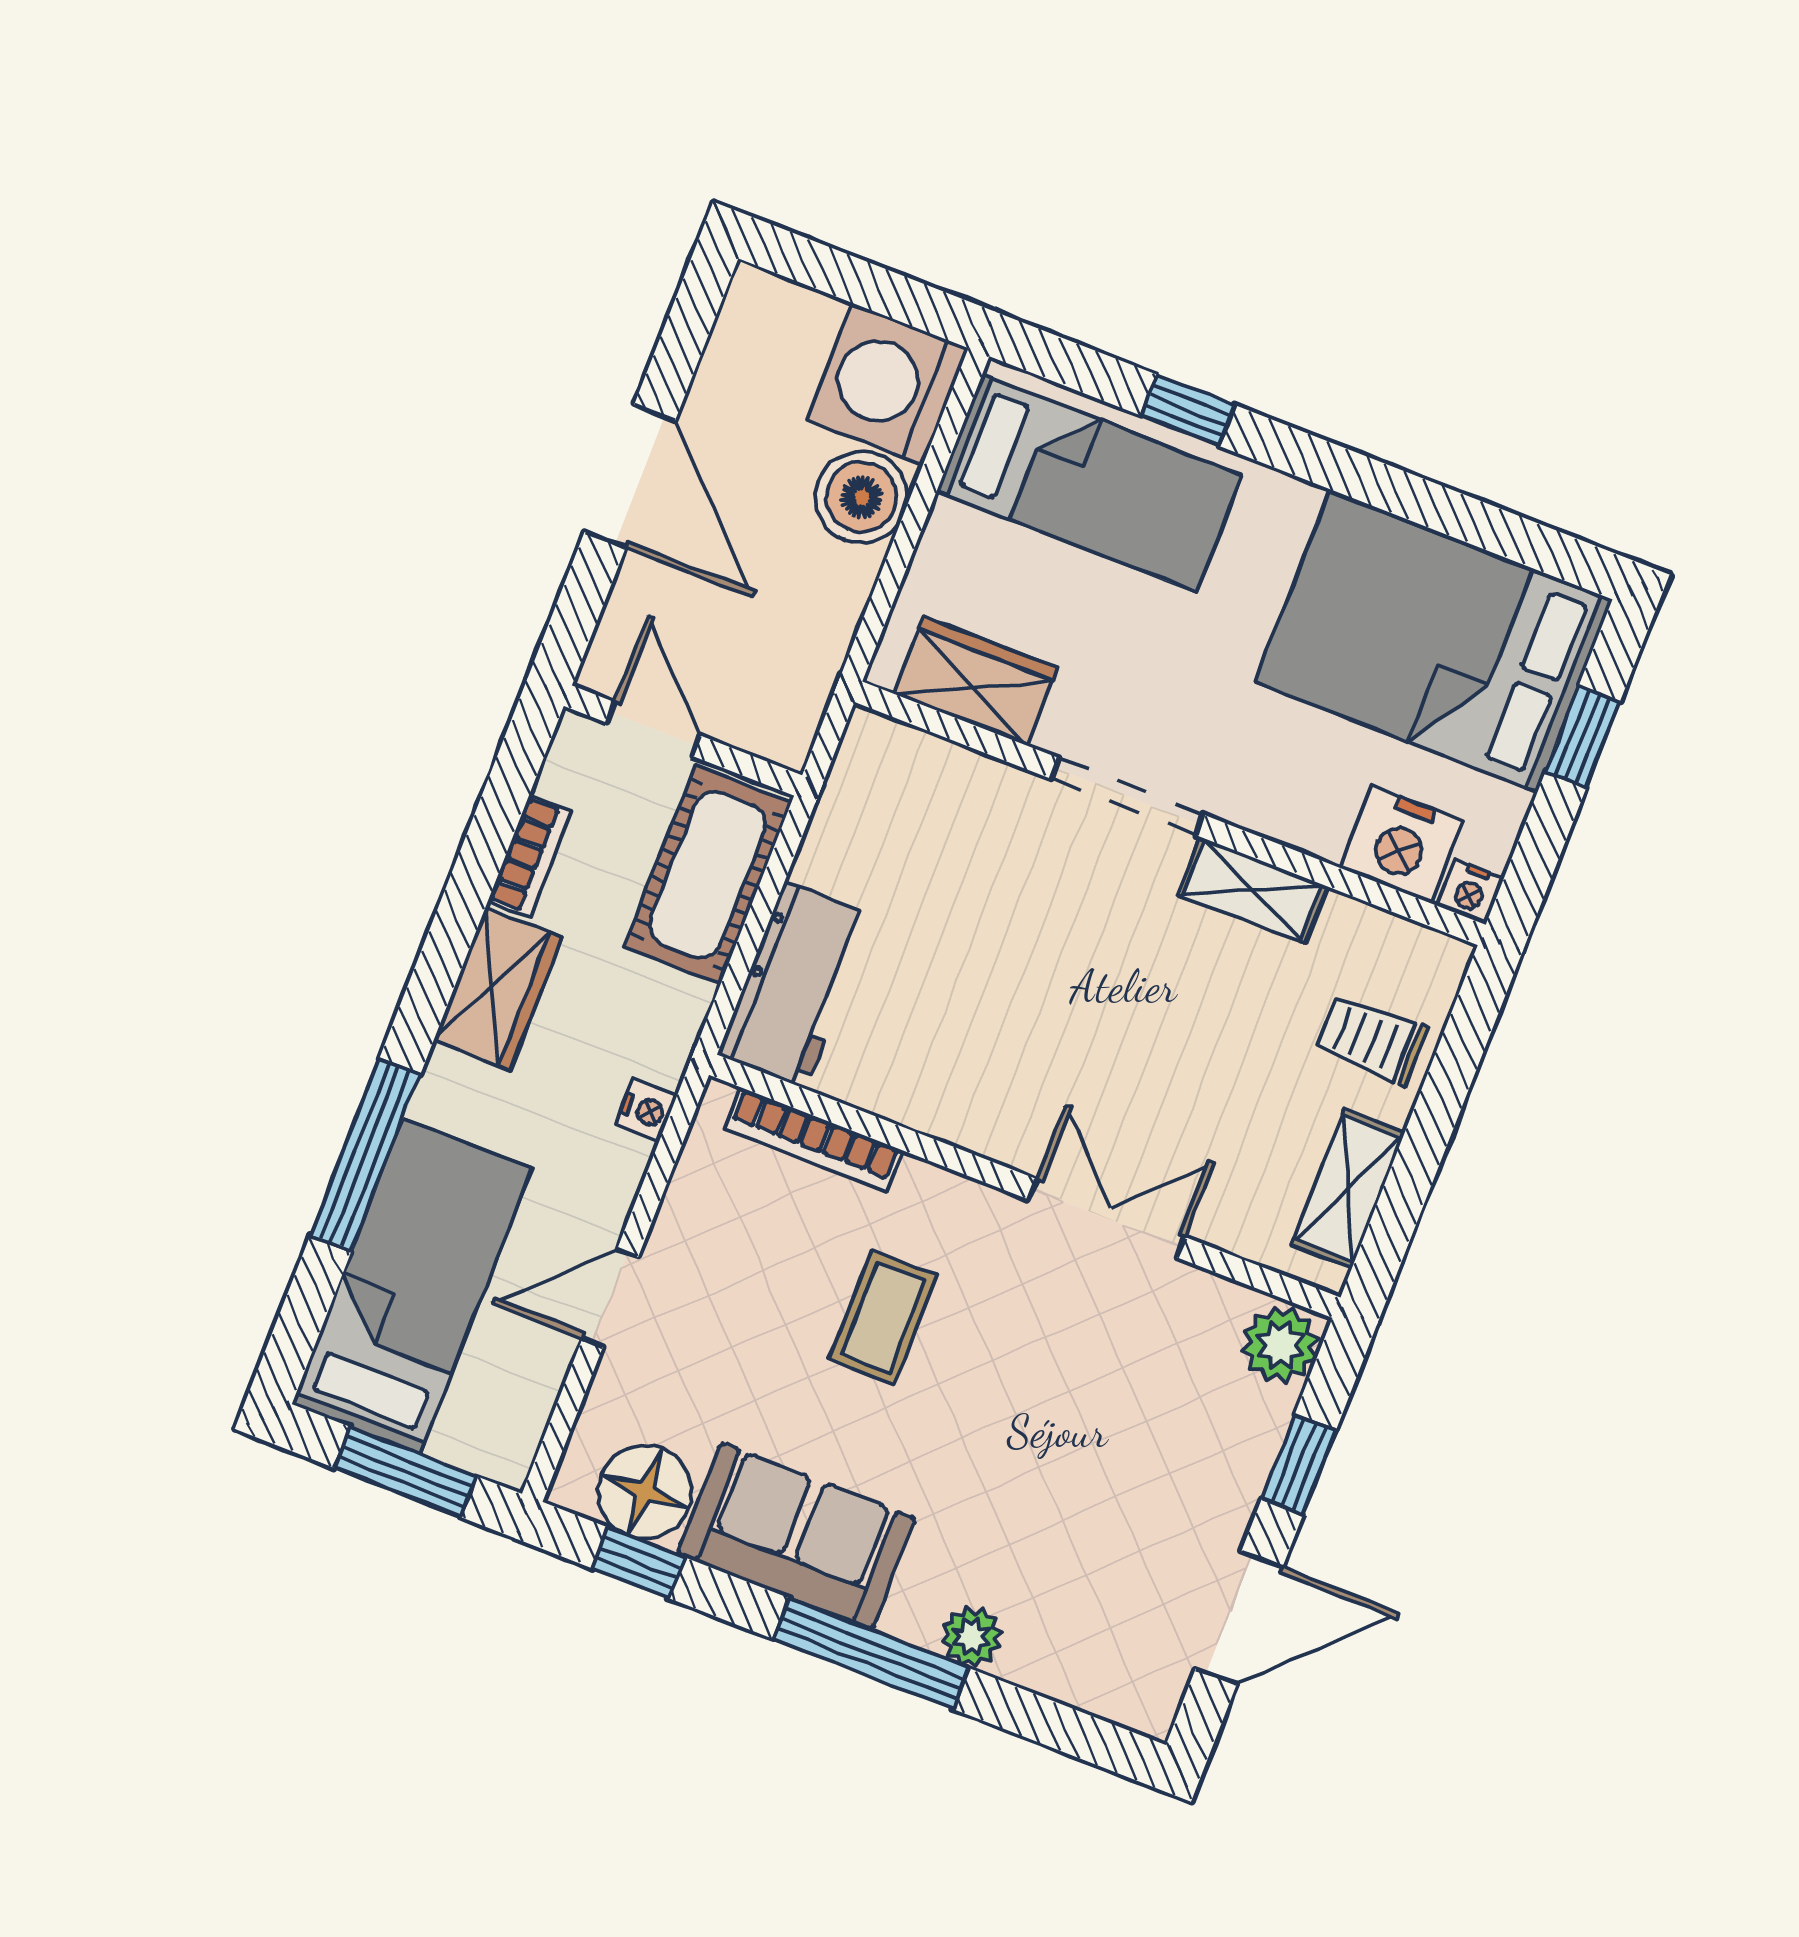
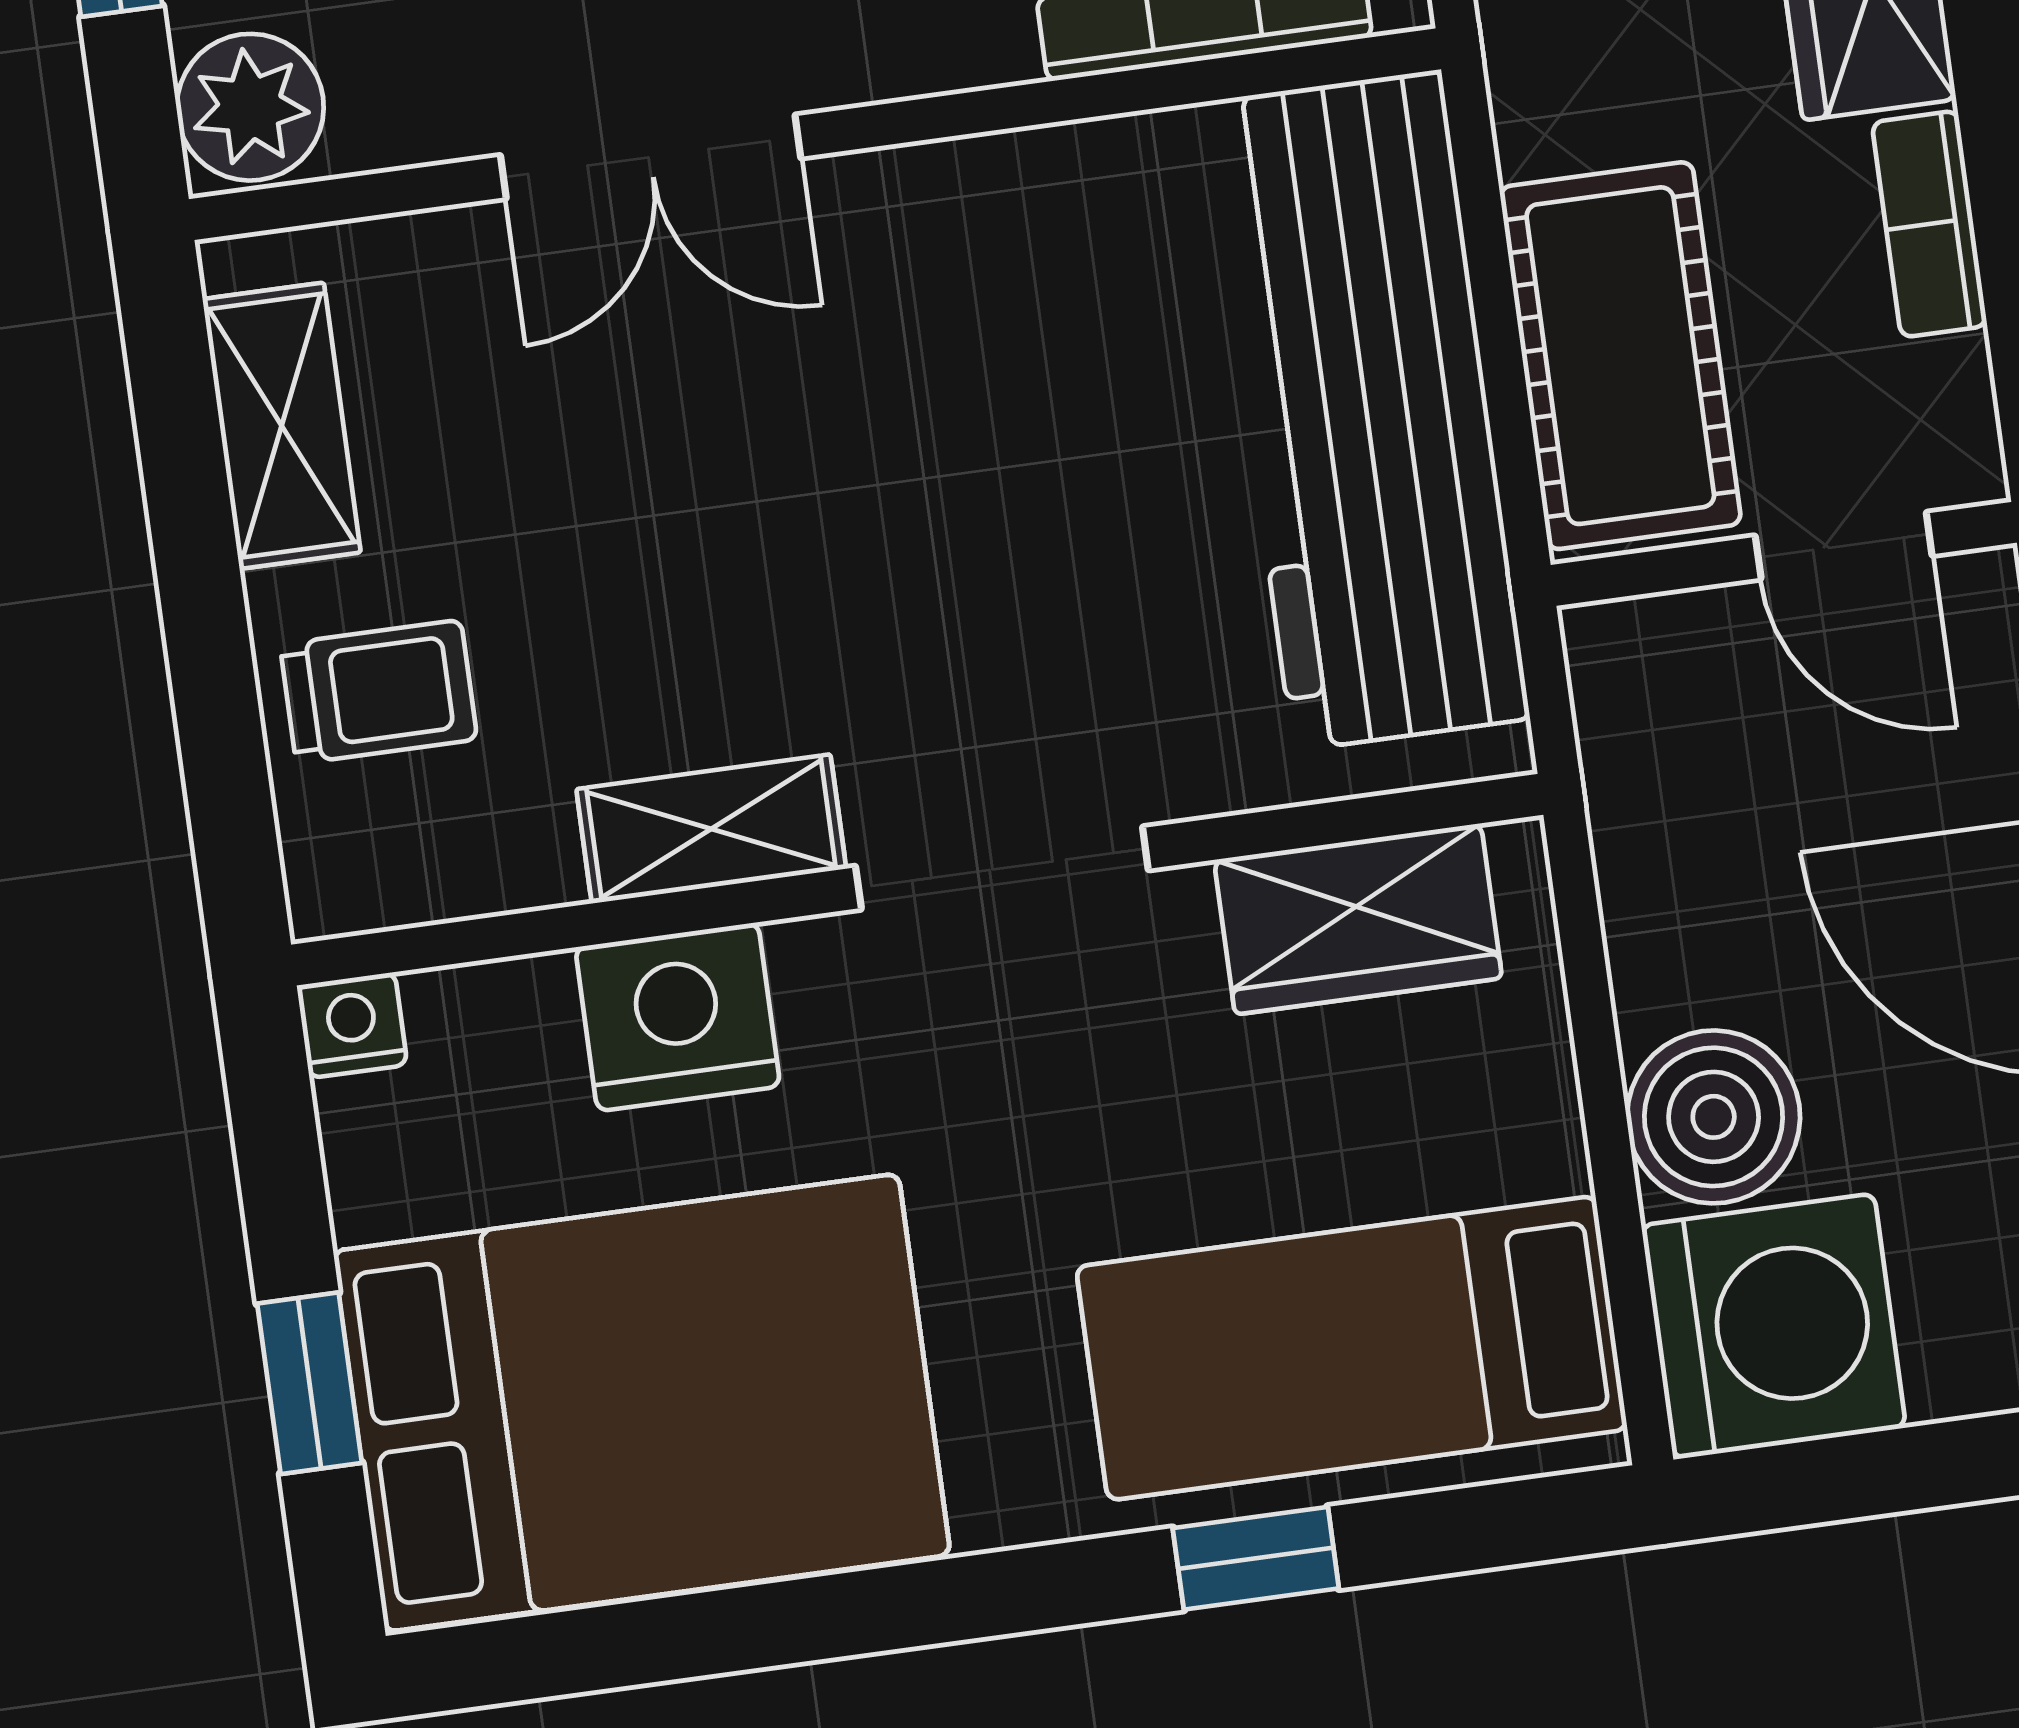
nightstand: (1401, 845) -> (678, 1017), moved
workbench: (795, 985) -> (1367, 410), width x1.87, depth x1.32

